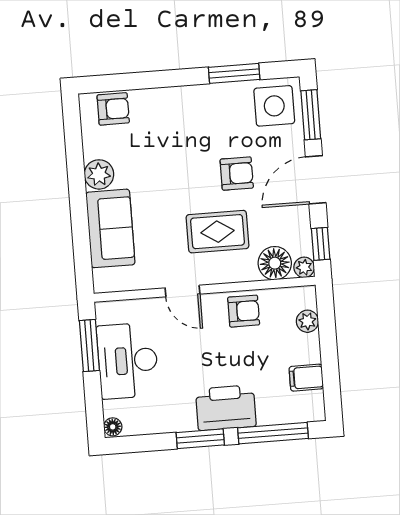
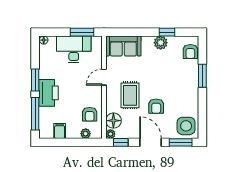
window: (234, 73) -> (202, 76), moved
window: (75, 162) -> (167, 32), added
sofa: (110, 228) -> (123, 46), moved
armchair: (244, 311) -> (90, 114), moved

